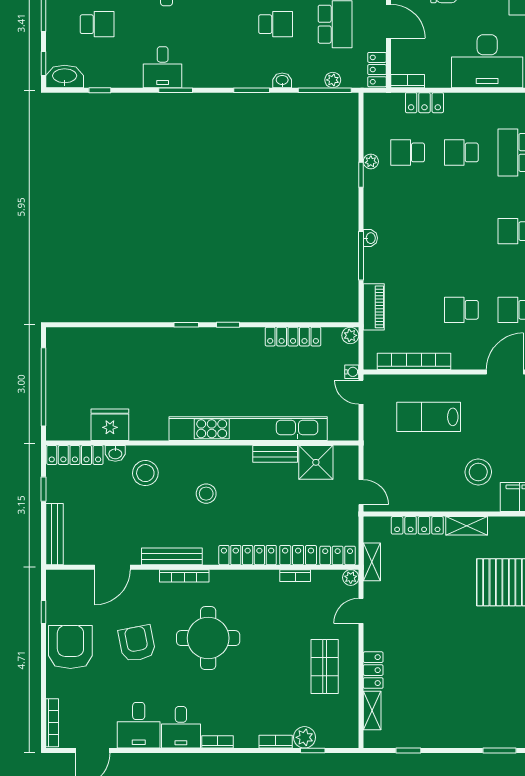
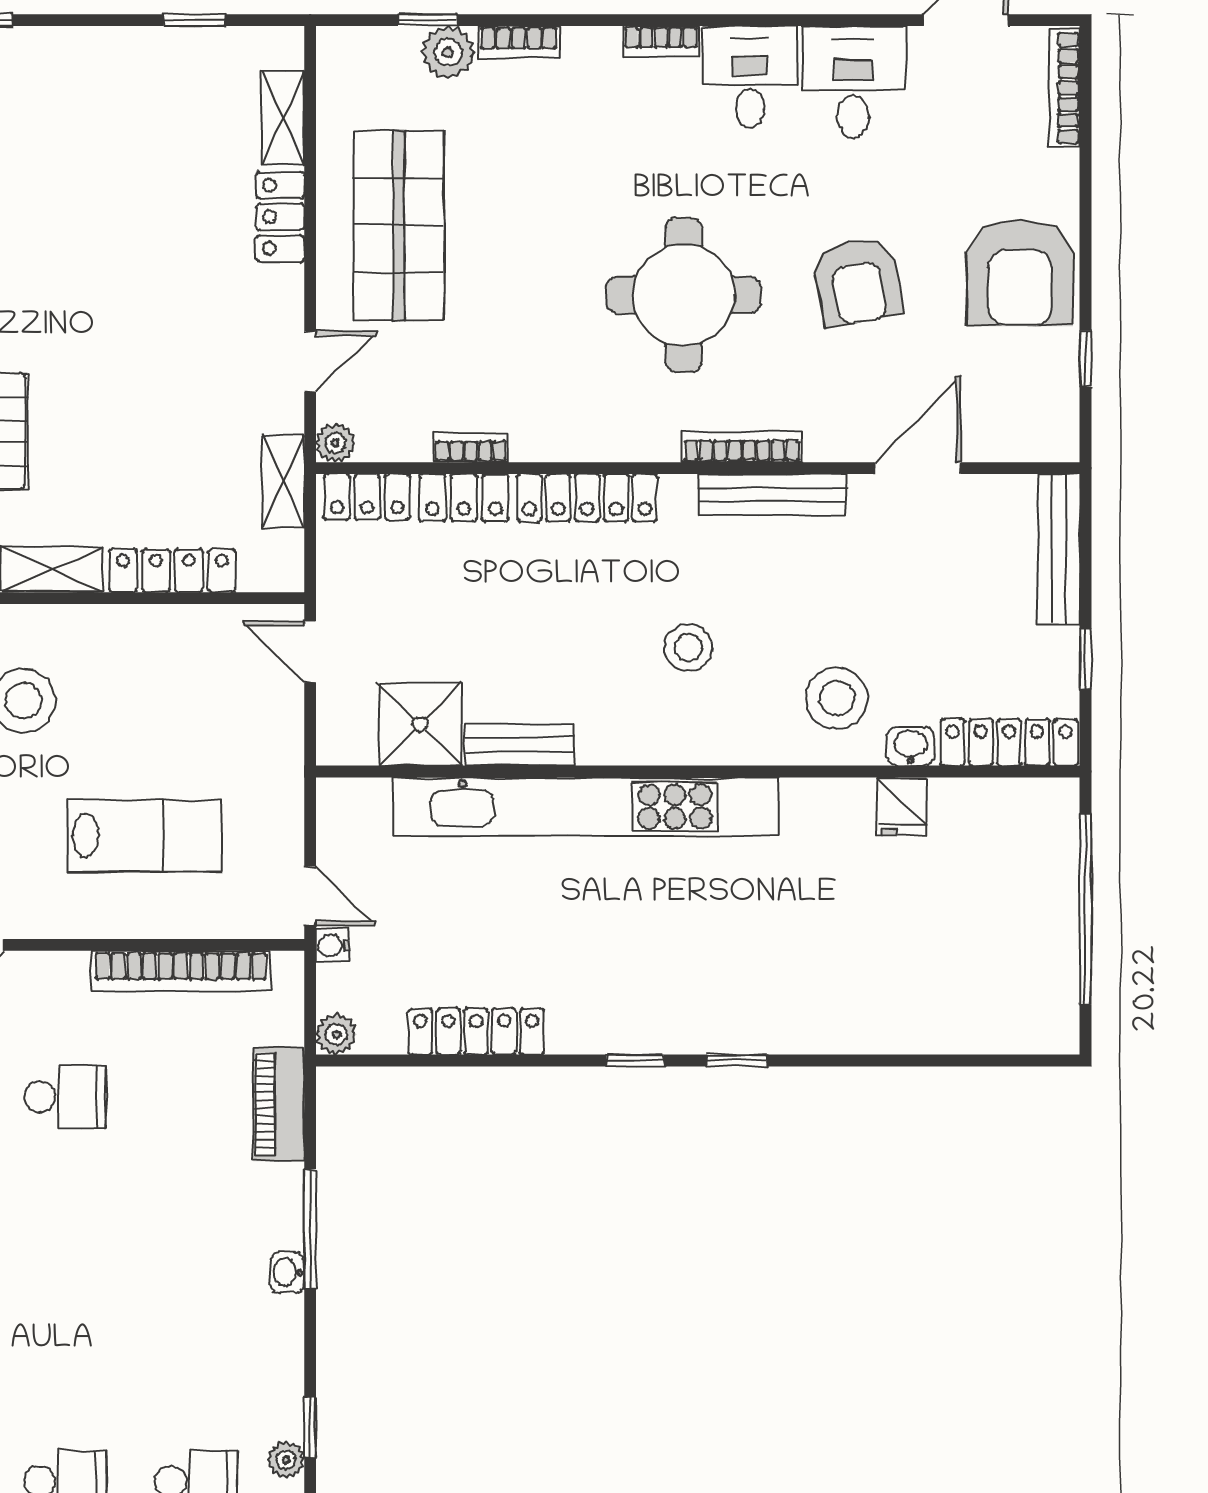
fridge: (110, 425) -> (902, 806), width x0.53, depth x0.75
shop shelf: (325, 666) -> (399, 226), width x1.43, depth x1.36

